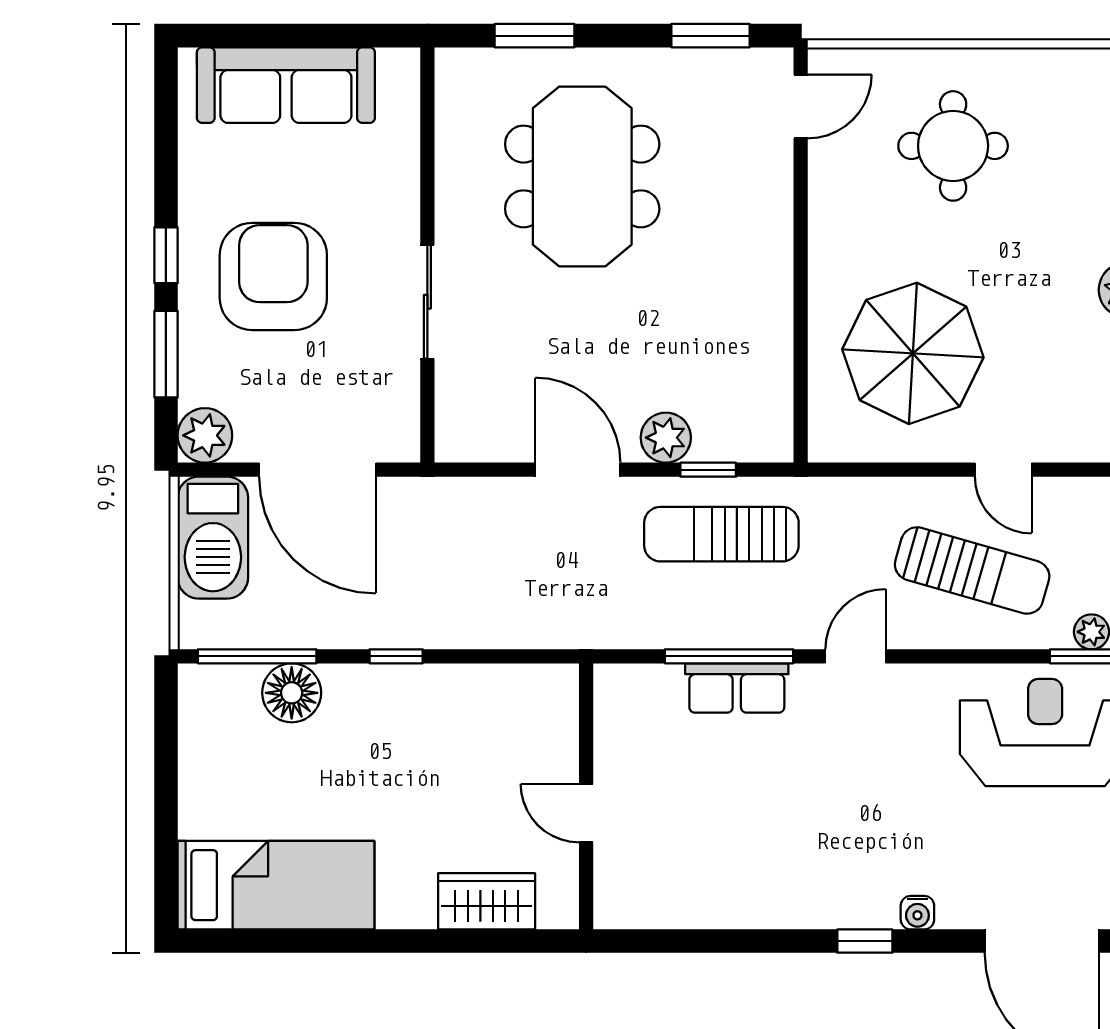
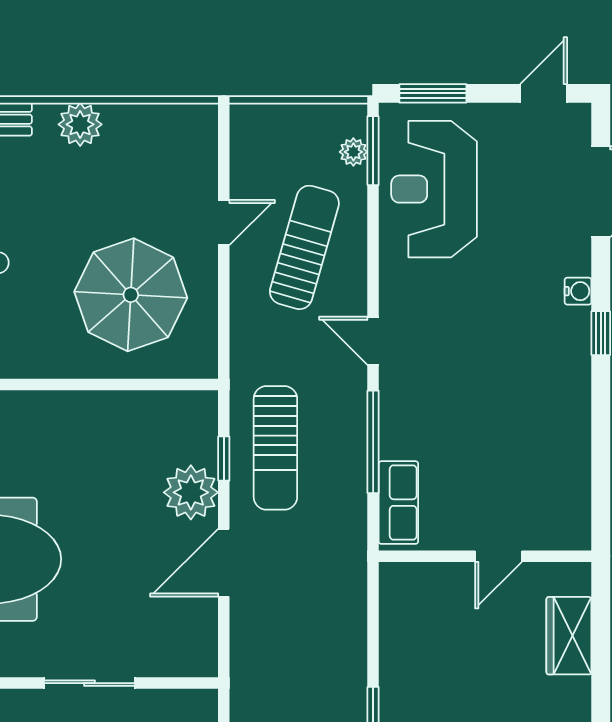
plant: (666, 438) -> (191, 492), width x1.36, depth x1.36
row of seats: (737, 688) -> (398, 503), moved

